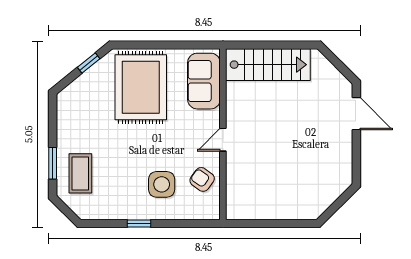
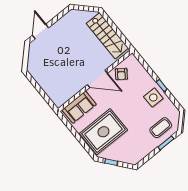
stairs: (268, 65) -> (107, 36), moved, turned 180
door: (223, 140) -> (97, 79), width x1.87
side table: (162, 184) -> (153, 97), moved

